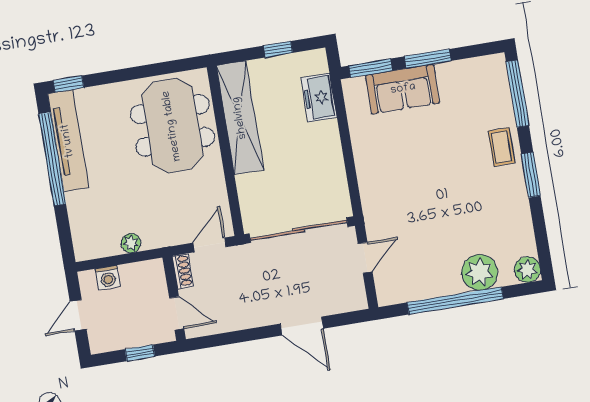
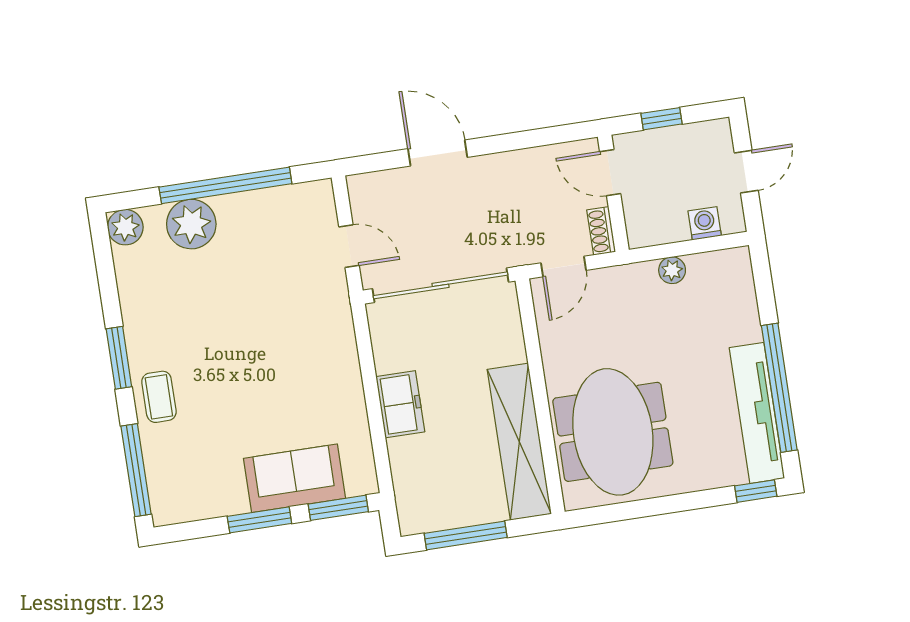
window: (278, 49) -> (466, 535), width x2.17
freezer: (319, 98) -> (400, 404), moved
door: (365, 258) -> (349, 246), swing flipped

